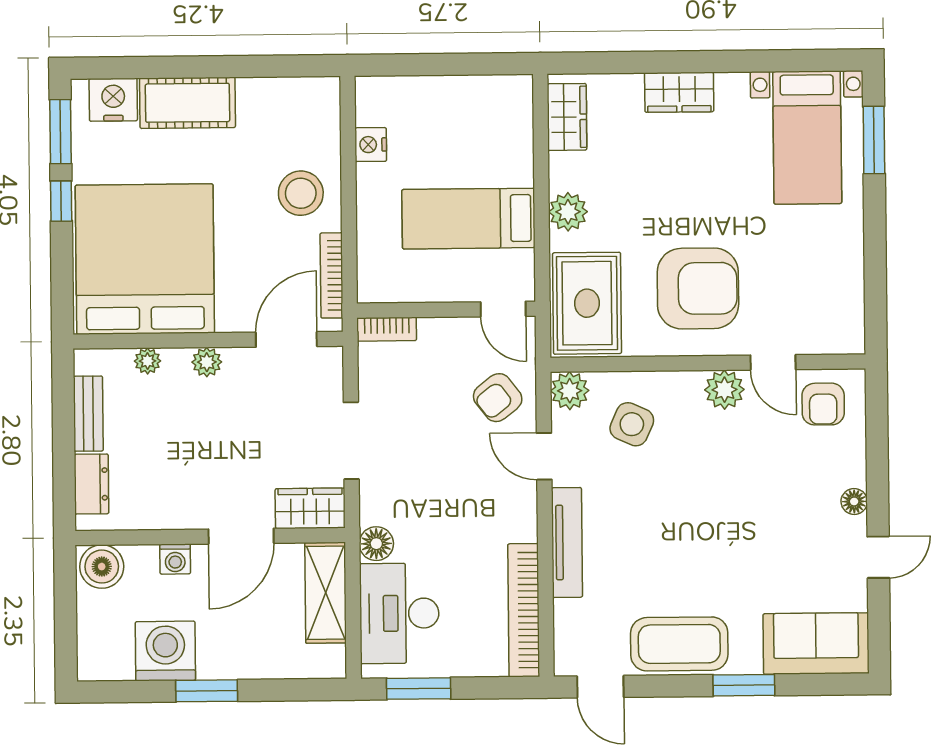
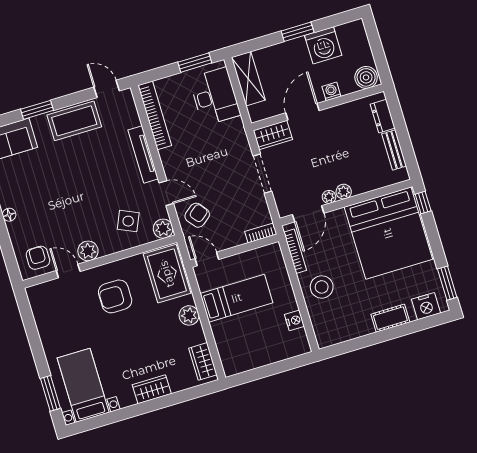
cot: (188, 103) -> (390, 318), width x0.73, depth x0.75
window: (61, 201) -> (423, 203), moved
armchair: (698, 288) -> (115, 296), width x0.73, depth x0.73
plant: (148, 361) -> (329, 197), moved
floor lamp: (376, 544) -> (236, 127), removed
shelving: (326, 593) -> (248, 79), moved

